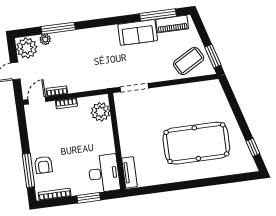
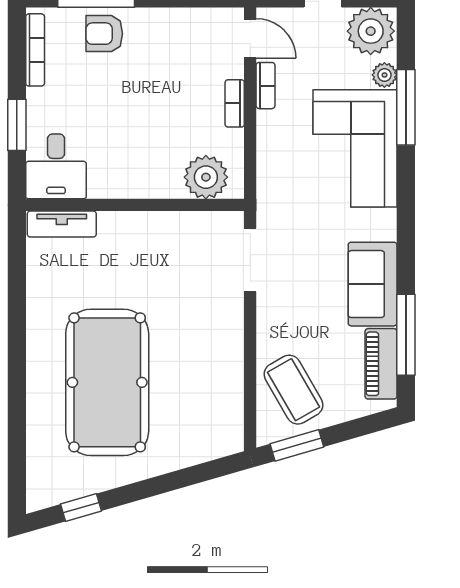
corner sofa: (79, 48) -> (355, 148), added
desk: (104, 173) -> (56, 166), width x0.73

